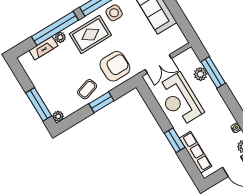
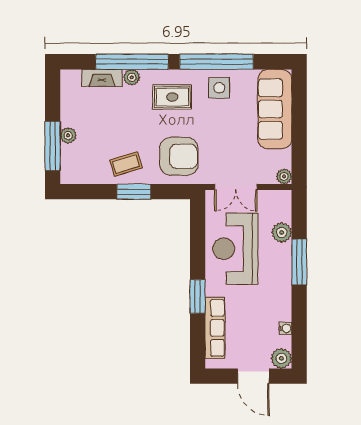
rug: (90, 35) -> (172, 97), width x0.73, depth x0.70
plant: (182, 41) -> (284, 176), added
window: (213, 72) -> (299, 262), moved
plant: (58, 116) -> (68, 135), moved

